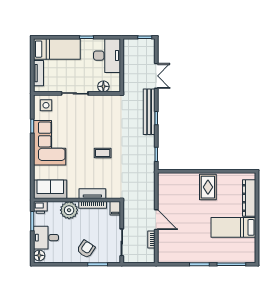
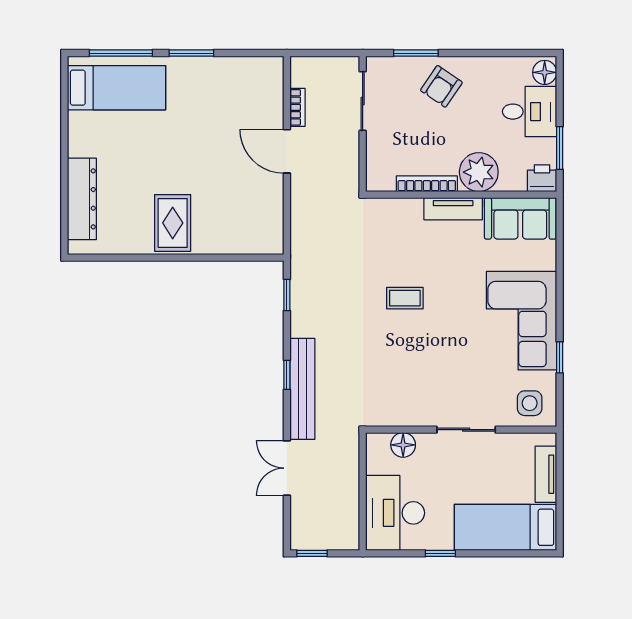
tv unit: (92, 194) -> (453, 209), moved
filing cabinet: (115, 208) -> (377, 176), removed
bed: (233, 227) -> (117, 88), moved

